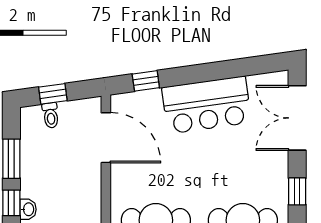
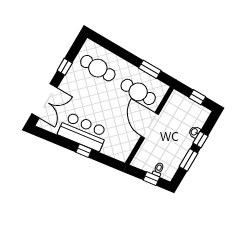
window: (146, 81) -> (84, 151), moved
door: (106, 138) -> (150, 125), moved

